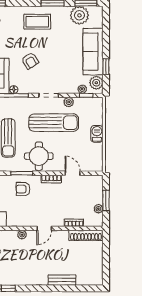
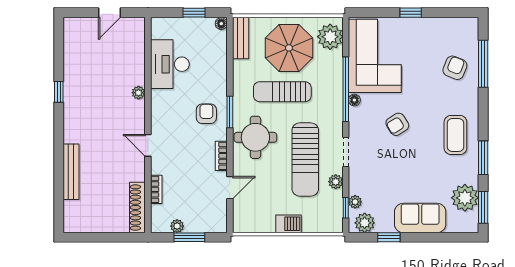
sofa: (93, 52) -> (420, 218), width x0.73
plant: (22, 235) -> (139, 93), moved
bench: (62, 280) -> (71, 172), width x1.36

